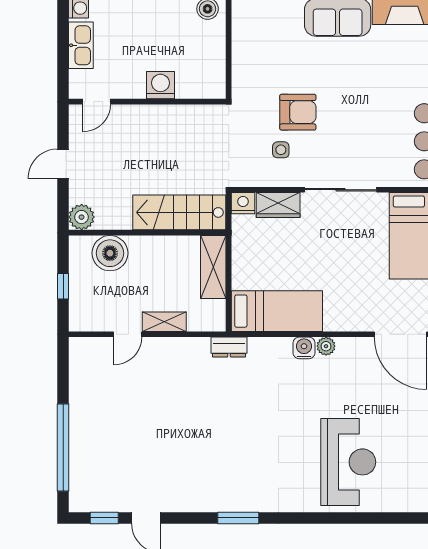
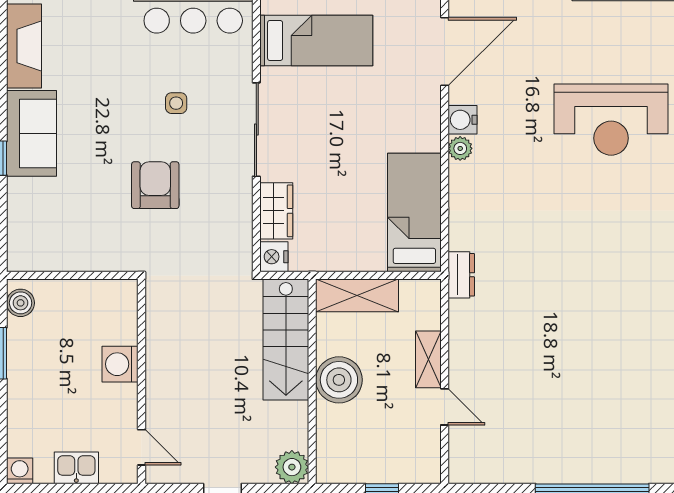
kitchen sink: (81, 45) -> (76, 468), width x0.73
side table: (281, 150) -> (176, 103), moved
boiler: (110, 253) -> (339, 380), moved
water cooler: (304, 348) -> (462, 120), moved
reception desk: (348, 462) -> (611, 120), turned 180

